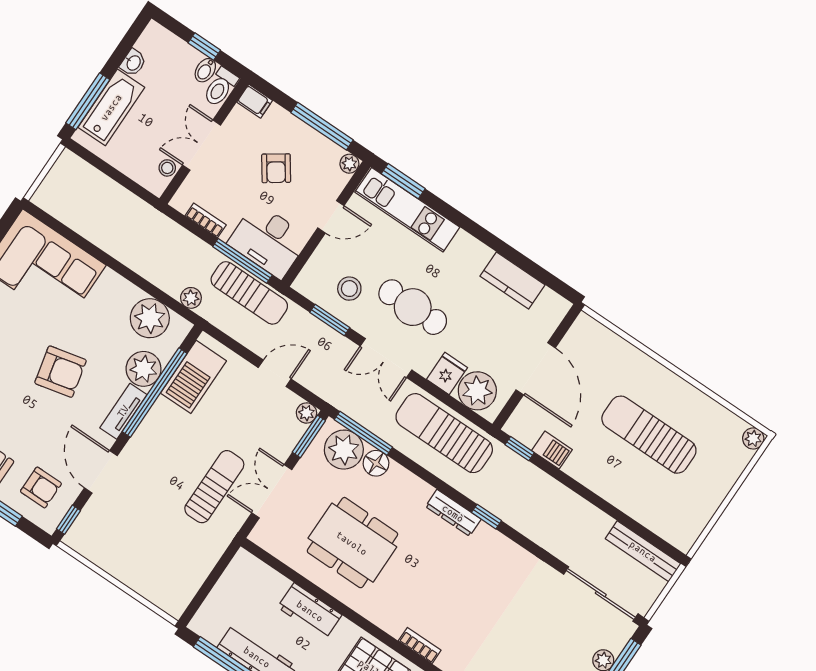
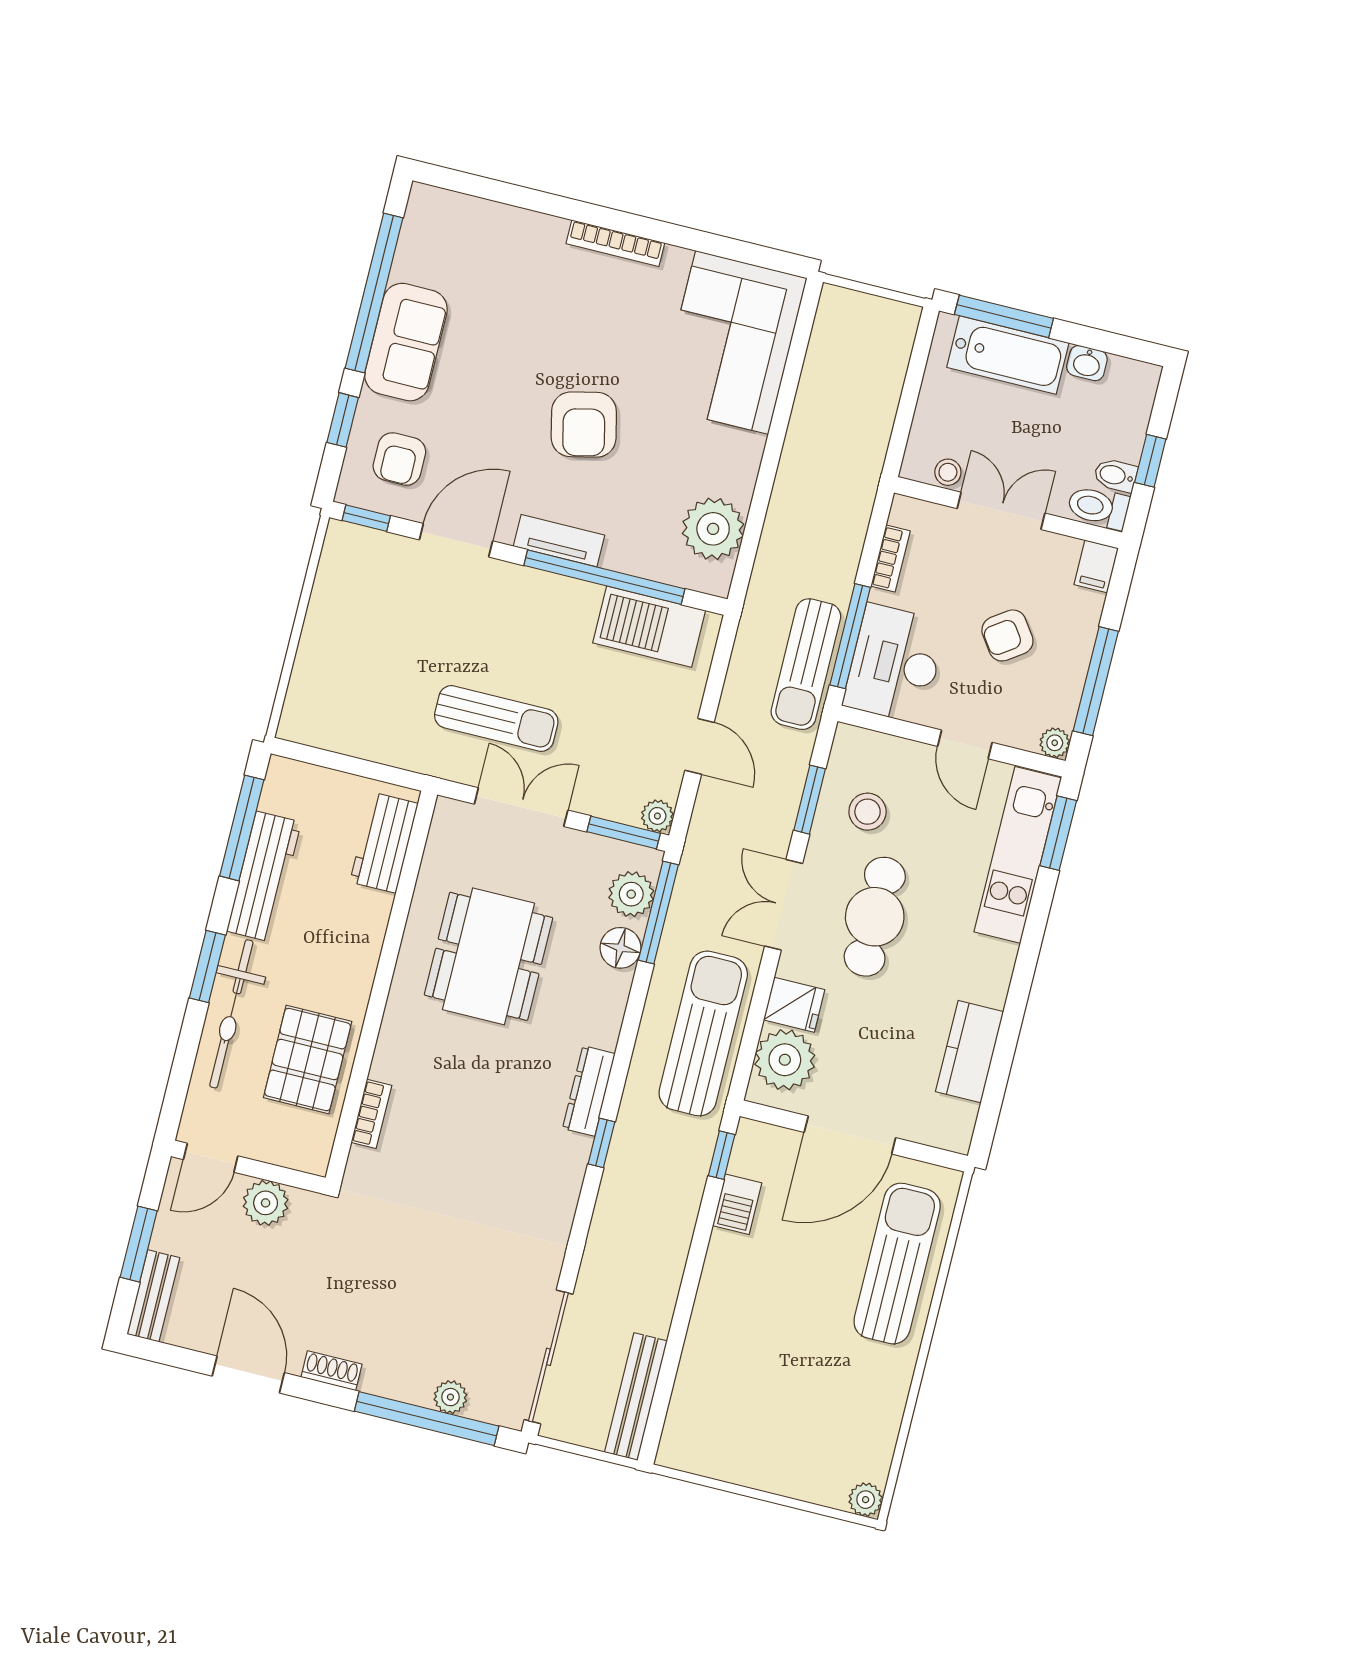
plant: (191, 298) -> (766, 579), removed
plant: (144, 369) -> (634, 547), removed
sun lounger: (649, 435) -> (897, 1264), moved
plant: (344, 450) -> (631, 894), width x0.73, depth x0.73
workbench: (310, 611) -> (384, 843), moved

